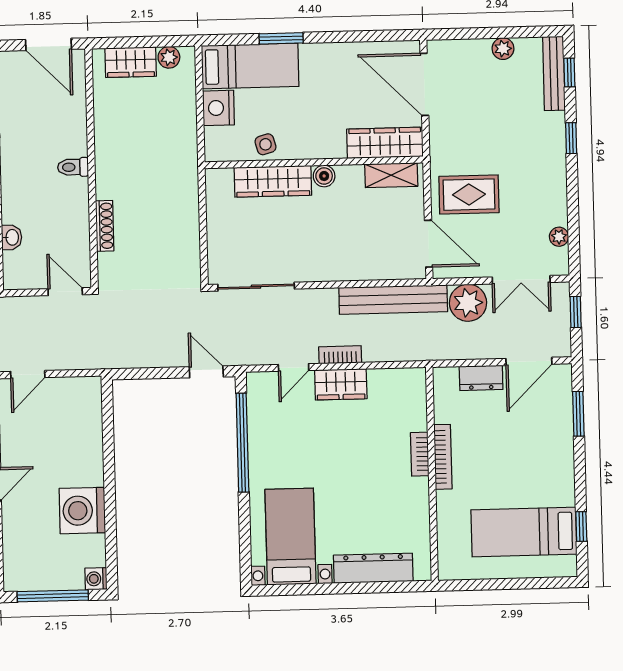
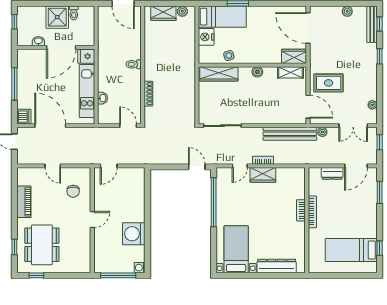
wardrobe: (385, 143) -> (294, 56), width x0.67
wardrobe: (273, 181) -> (219, 74), moved
plant: (468, 303) -> (322, 132), width x0.53, depth x0.53

